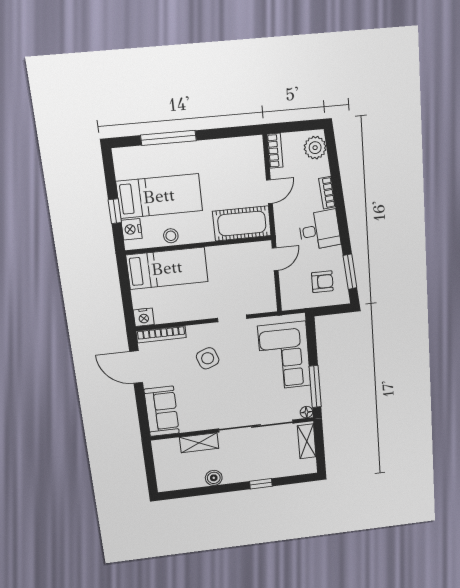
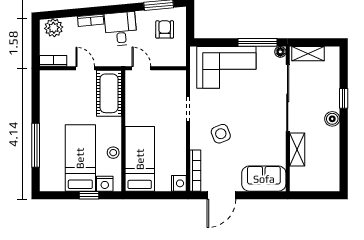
boiler: (214, 478) -> (332, 119), moved

